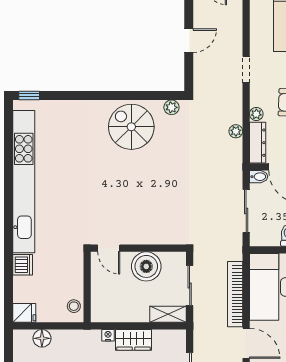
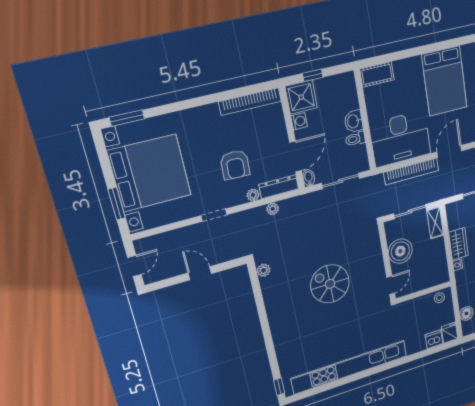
spiral stairs: (131, 127) -> (330, 284), moved, turned 90
dishwasher: (23, 265) -> (434, 339), moved

